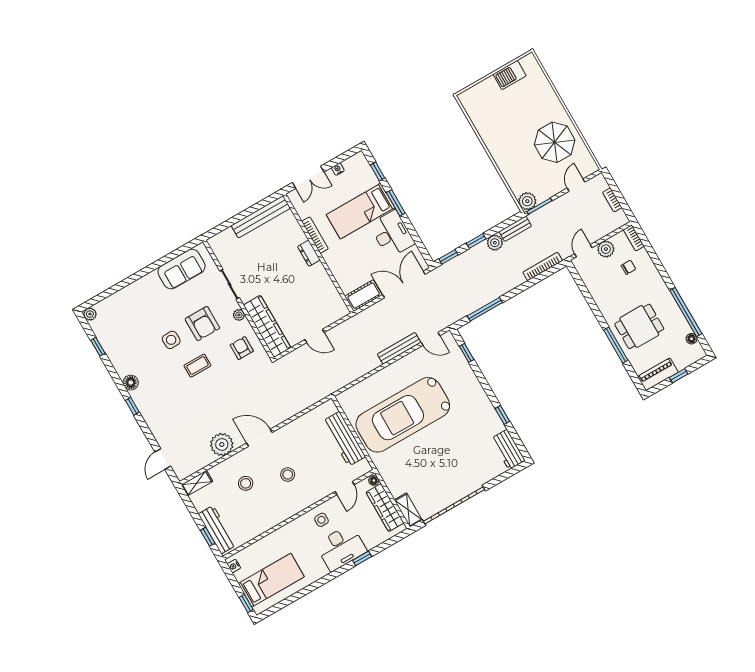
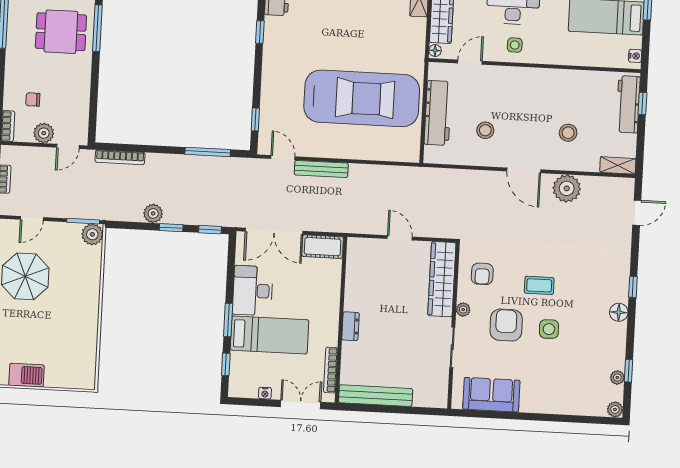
bench: (515, 229) -> (123, 214), removed
bookcase: (315, 235) -> (331, 370), moved
plant: (103, 337) -> (617, 378), added
stool: (288, 475) -> (485, 130), moved

